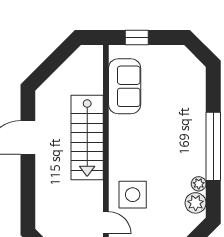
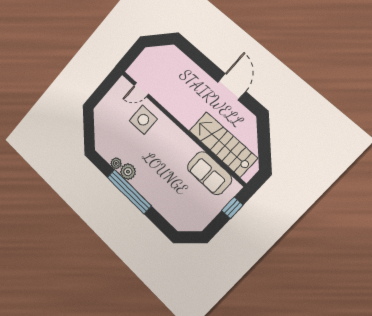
stairs: (87, 137) -> (223, 144), moved
plant: (196, 203) -> (128, 172), moved

